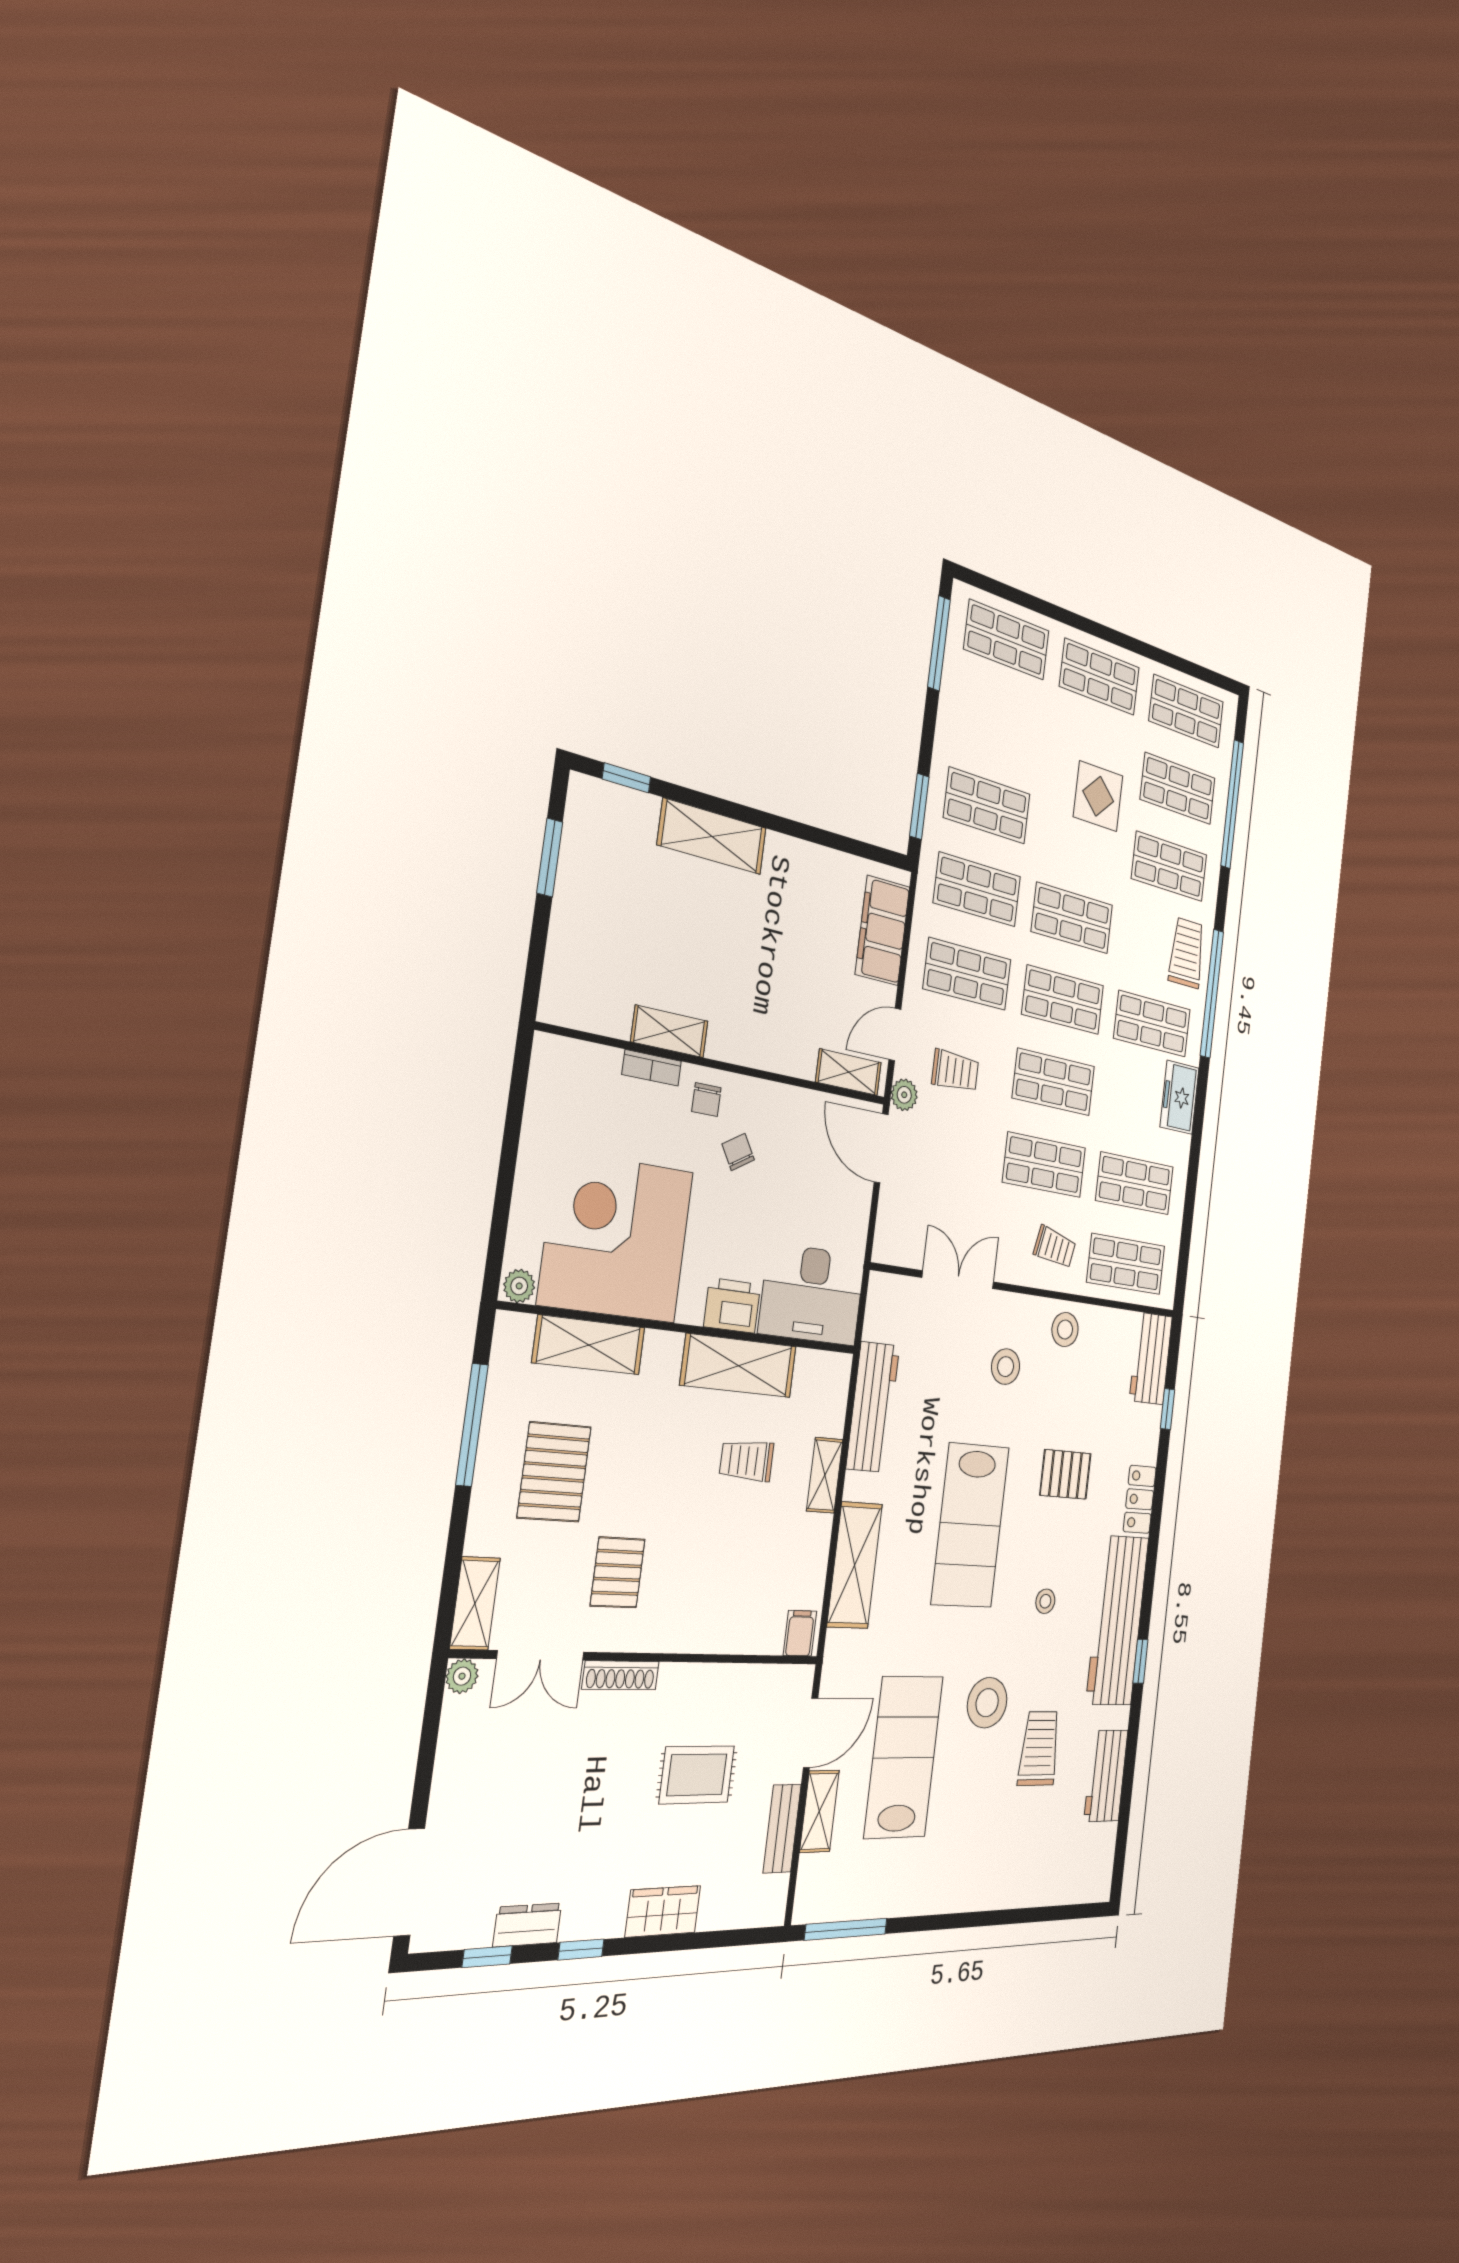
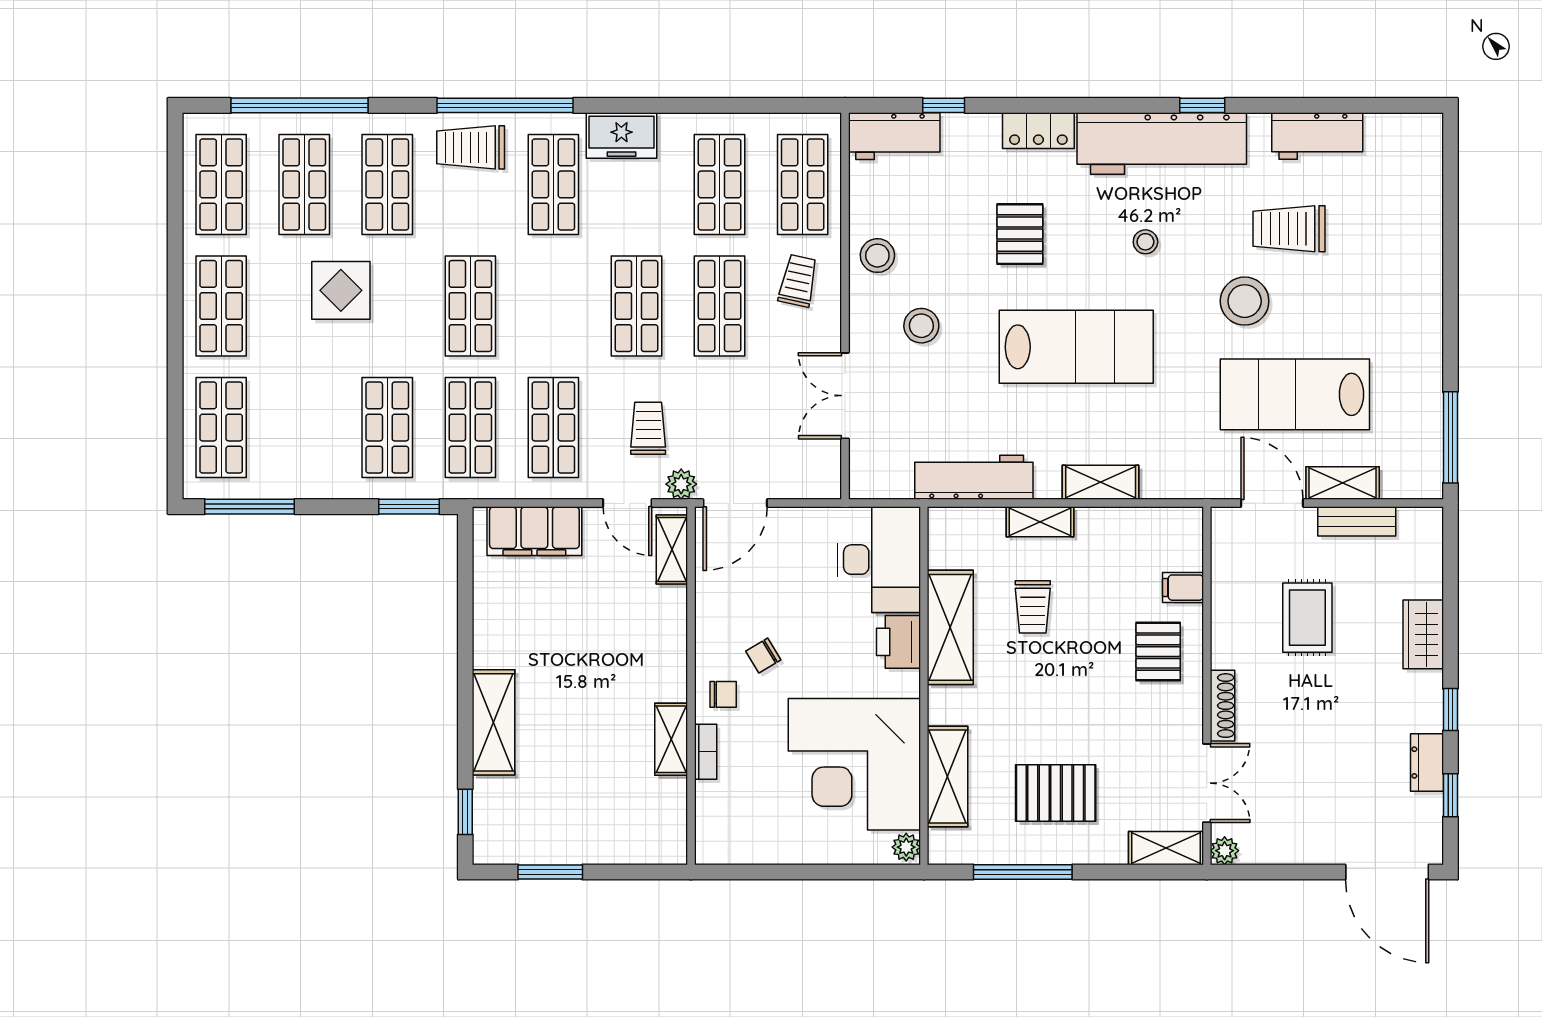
shop shelf: (1063, 1000) -> (553, 306), removed
shelving: (855, 1565) -> (1101, 482), width x0.67, depth x0.75
pallet: (618, 1572) -> (1158, 652), moved, turned 90
filing cabinet: (800, 1633) -> (1183, 588), moved

